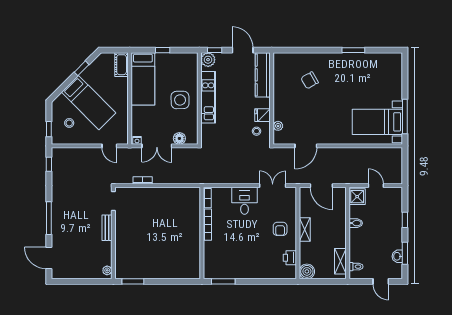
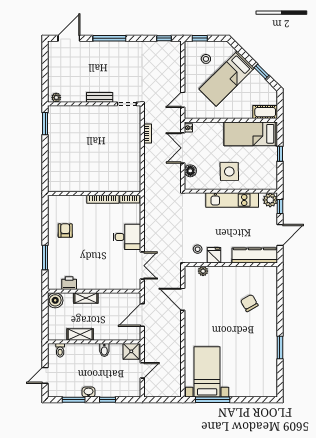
armchair: (280, 229) -> (65, 231), moved, turned 90
shelving: (305, 230) -> (86, 298), moved
washbasin: (397, 256) -> (89, 392), moved
shelving: (340, 261) -> (80, 334), moved
window: (223, 281) -> (45, 258), moved

